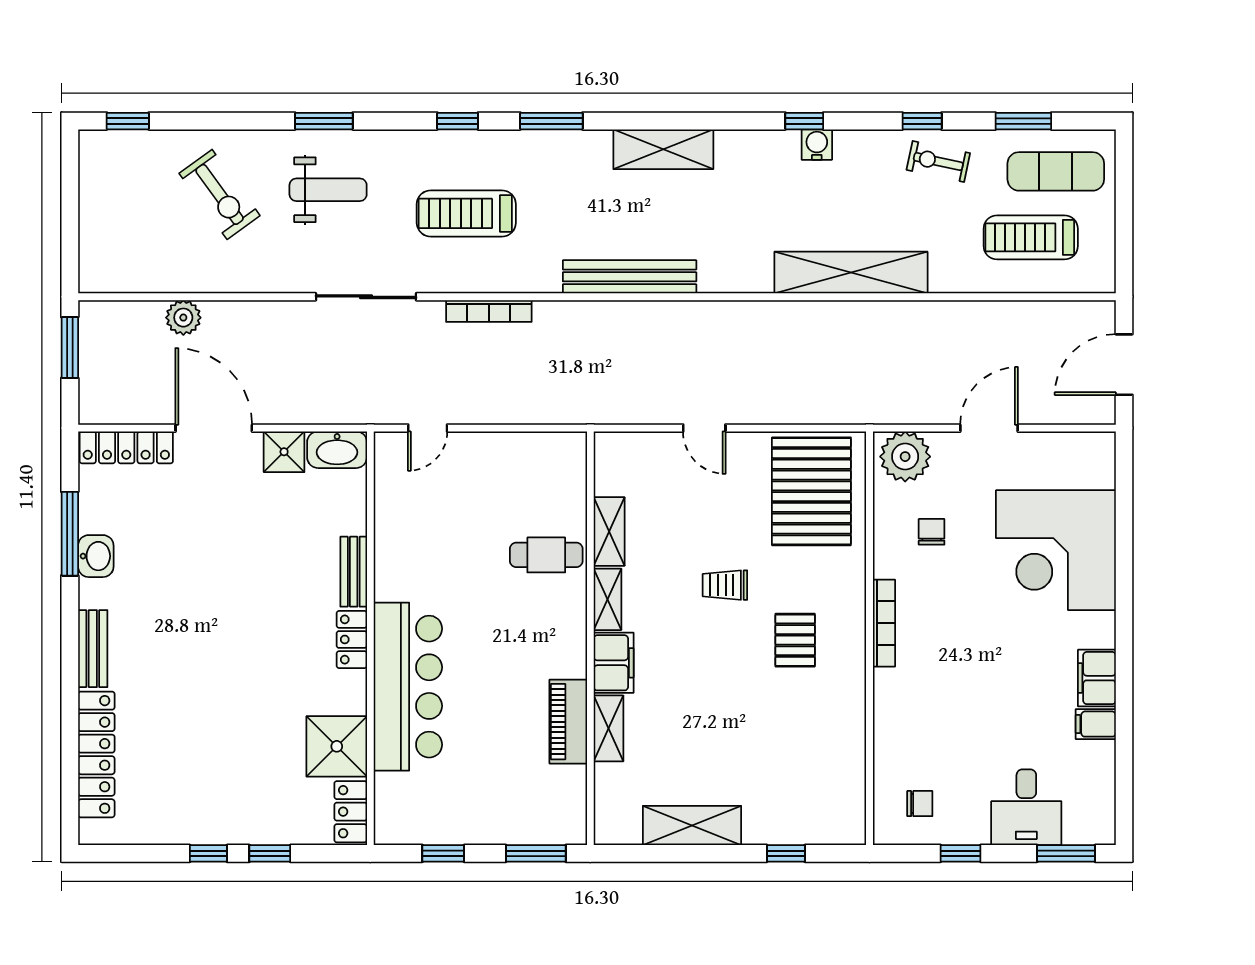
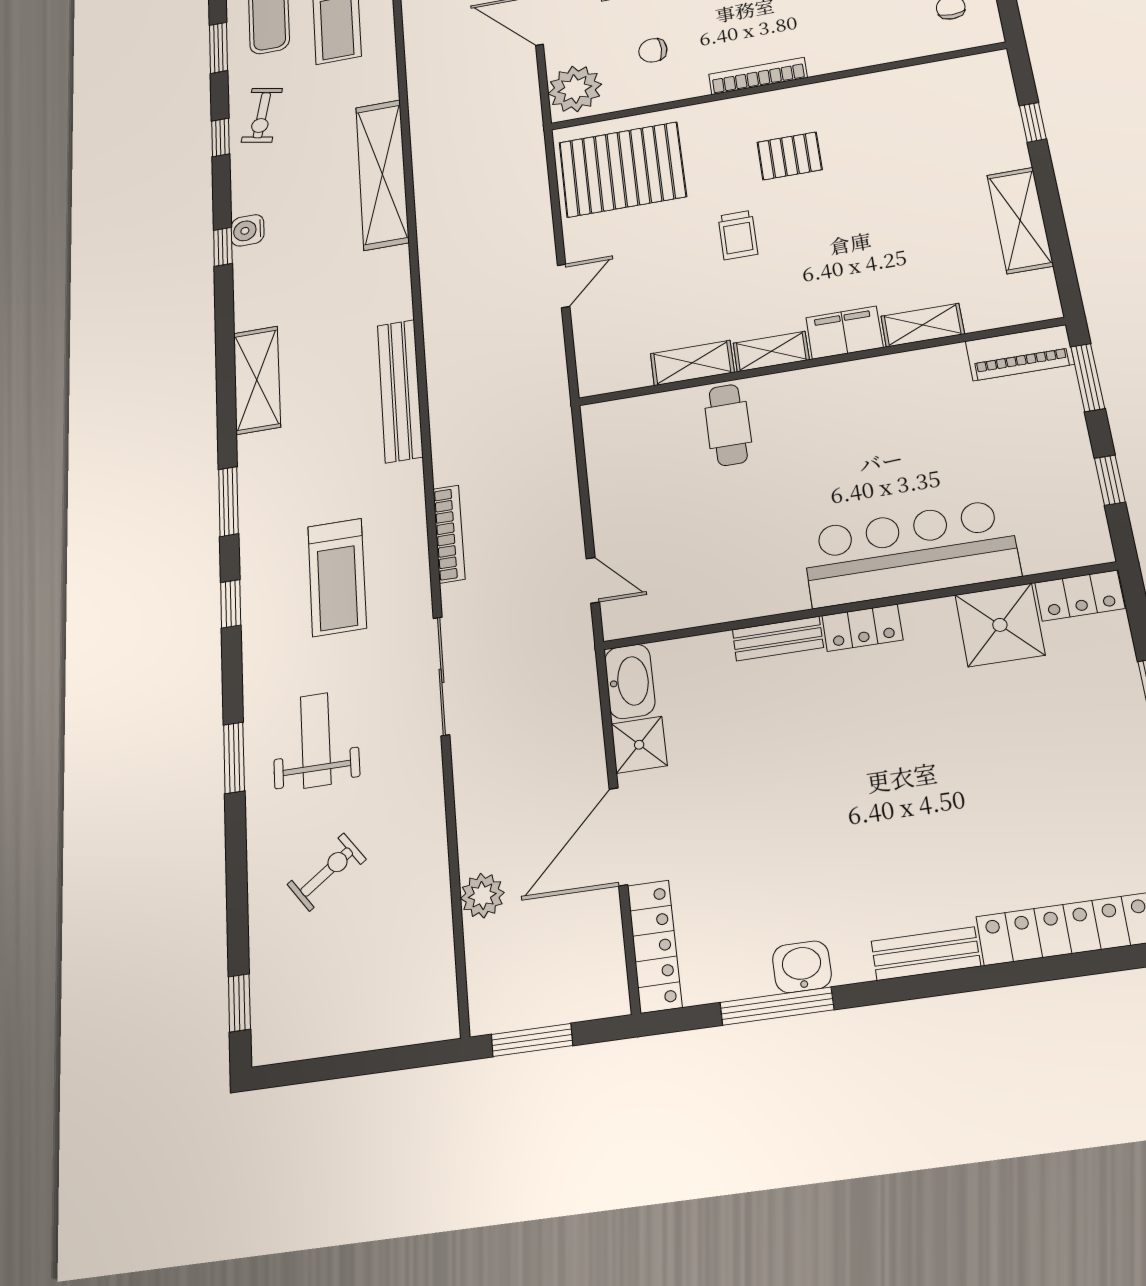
exercise bike: (220, 194) -> (327, 872), width x0.73, depth x0.72
piano: (568, 722) -> (1020, 353), moved

